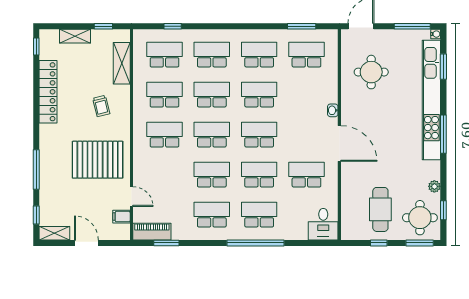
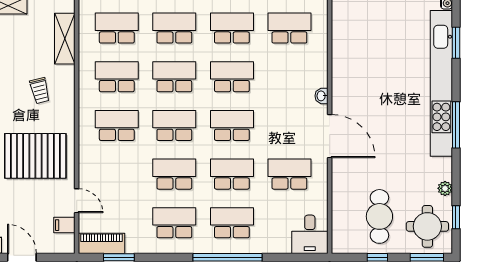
round table: (371, 72) -> (368, 49), removed

